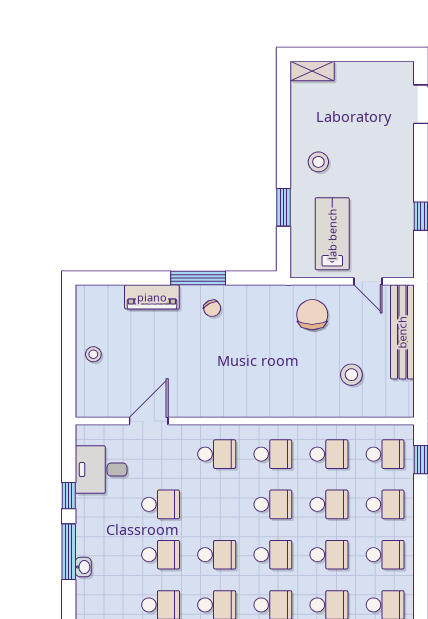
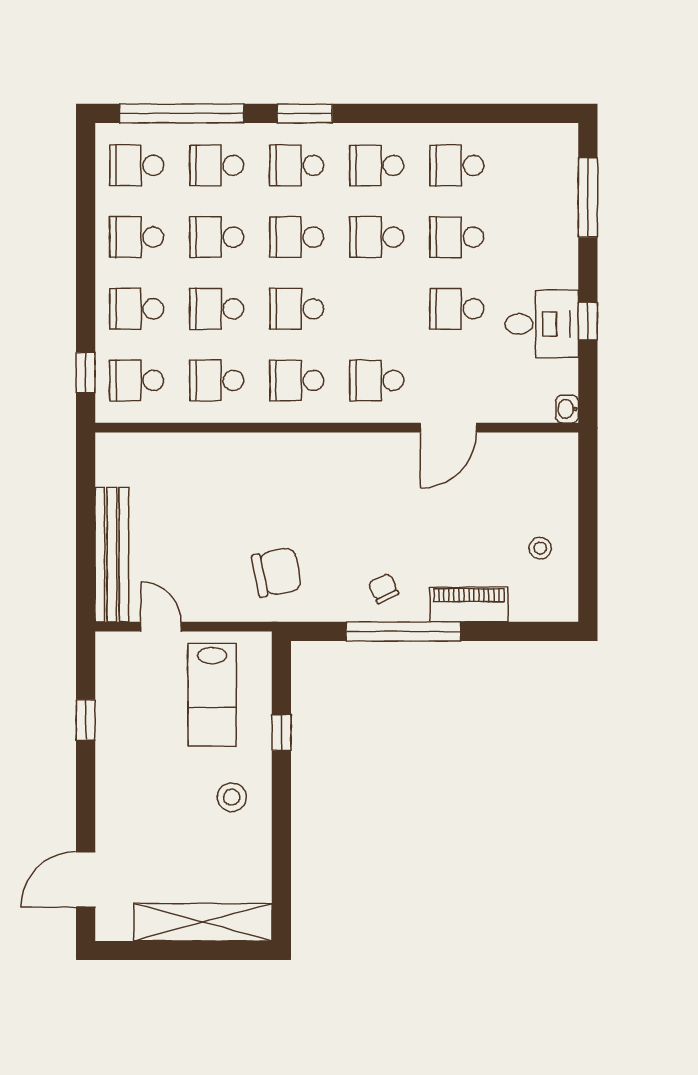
shelving: (312, 71) -> (203, 922), width x2.20, depth x1.33
window: (284, 207) -> (281, 732), width x0.67
window: (198, 278) -> (403, 631), width x1.46
chair: (312, 315) -> (277, 572), moved, turned -101
stool: (93, 354) -> (540, 548), moved
stool: (351, 375) -> (185, 494), removed
door: (149, 421) -> (448, 428), moved
desk: (101, 470) -> (542, 324), moved
window: (69, 552) -> (588, 197), moved
washbasin: (83, 567) -> (567, 409), moved

